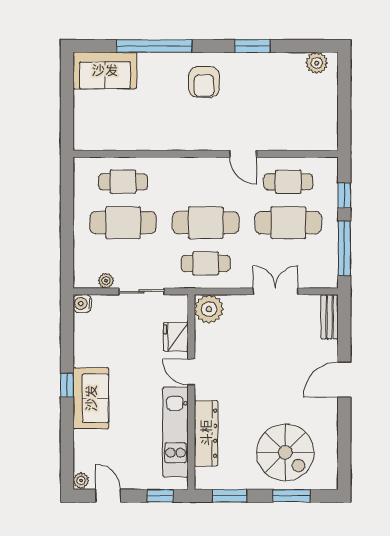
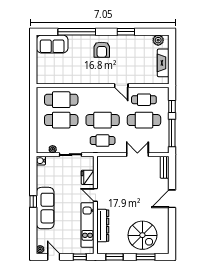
fireplace: (327, 108) -> (163, 63), added
cafe table: (123, 182) -> (61, 100), width x1.37, depth x1.35
plant: (209, 309) -> (104, 163), removed
sofa: (91, 398) -> (45, 208), width x1.36

